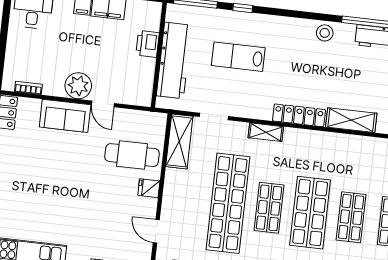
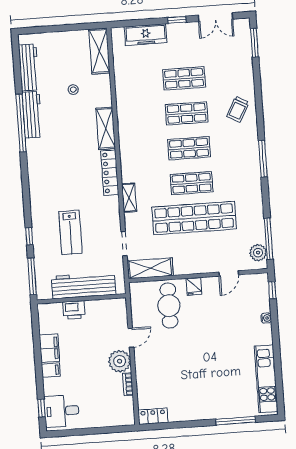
stool: (325, 33) -> (37, 164), removed
bookcase: (28, 88) -> (128, 384), moved
sofa: (65, 116) -> (147, 367), removed
shop shelf: (310, 213) -> (189, 148), width x0.70, depth x0.74

